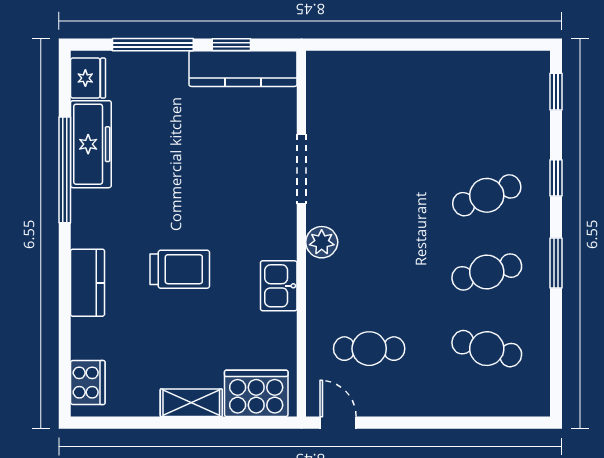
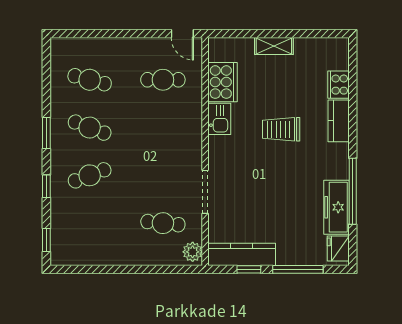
cafe table: (369, 119) -> (163, 223), added
plant: (322, 242) -> (193, 252), moved
cafe table: (487, 272) -> (90, 128), turned 36
cooker: (88, 383) -> (338, 85), moved
cooker: (256, 393) -> (223, 82), moved, turned -90

